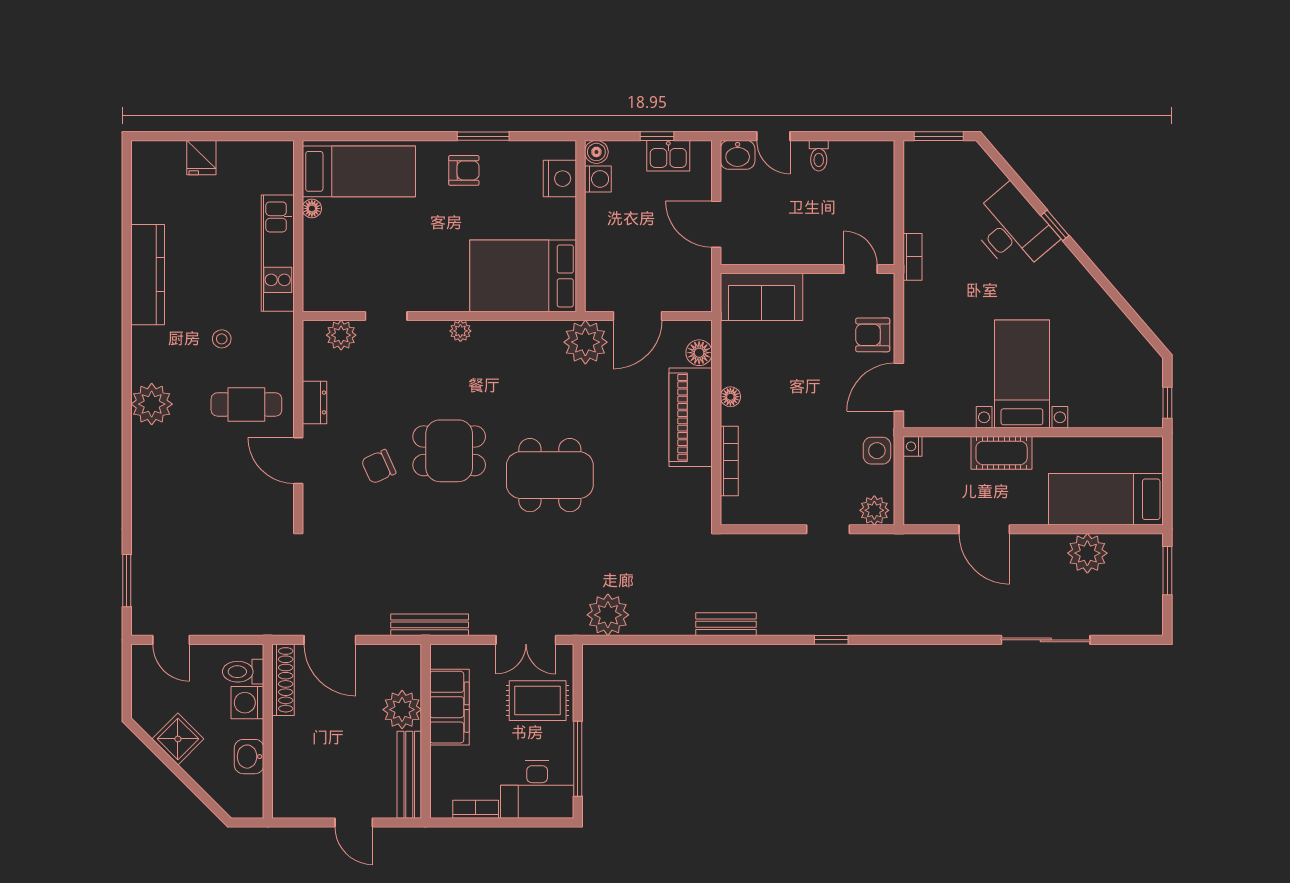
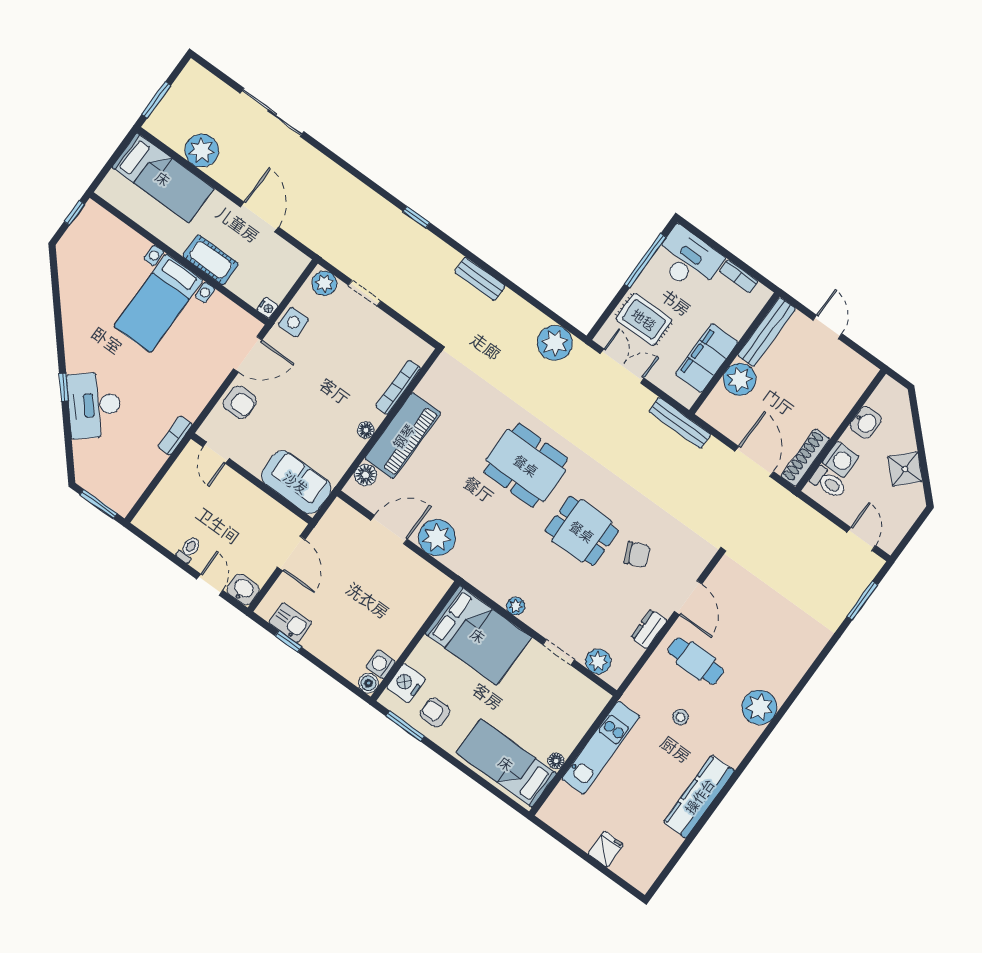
boiler: (596, 152) -> (368, 683), moved
nightstand: (560, 179) -> (406, 683), moved
washing machine: (598, 179) -> (381, 664), moved
wall: (581, 226) -> (415, 641), moved
bed: (523, 276) -> (478, 635), moved

